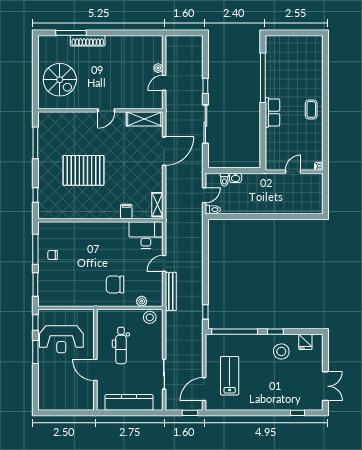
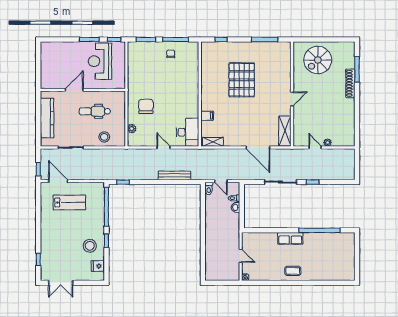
door: (106, 110) -> (292, 99), swing flipped
bench: (171, 291) -> (174, 175), moved
stool: (150, 317) -> (104, 137), moved

